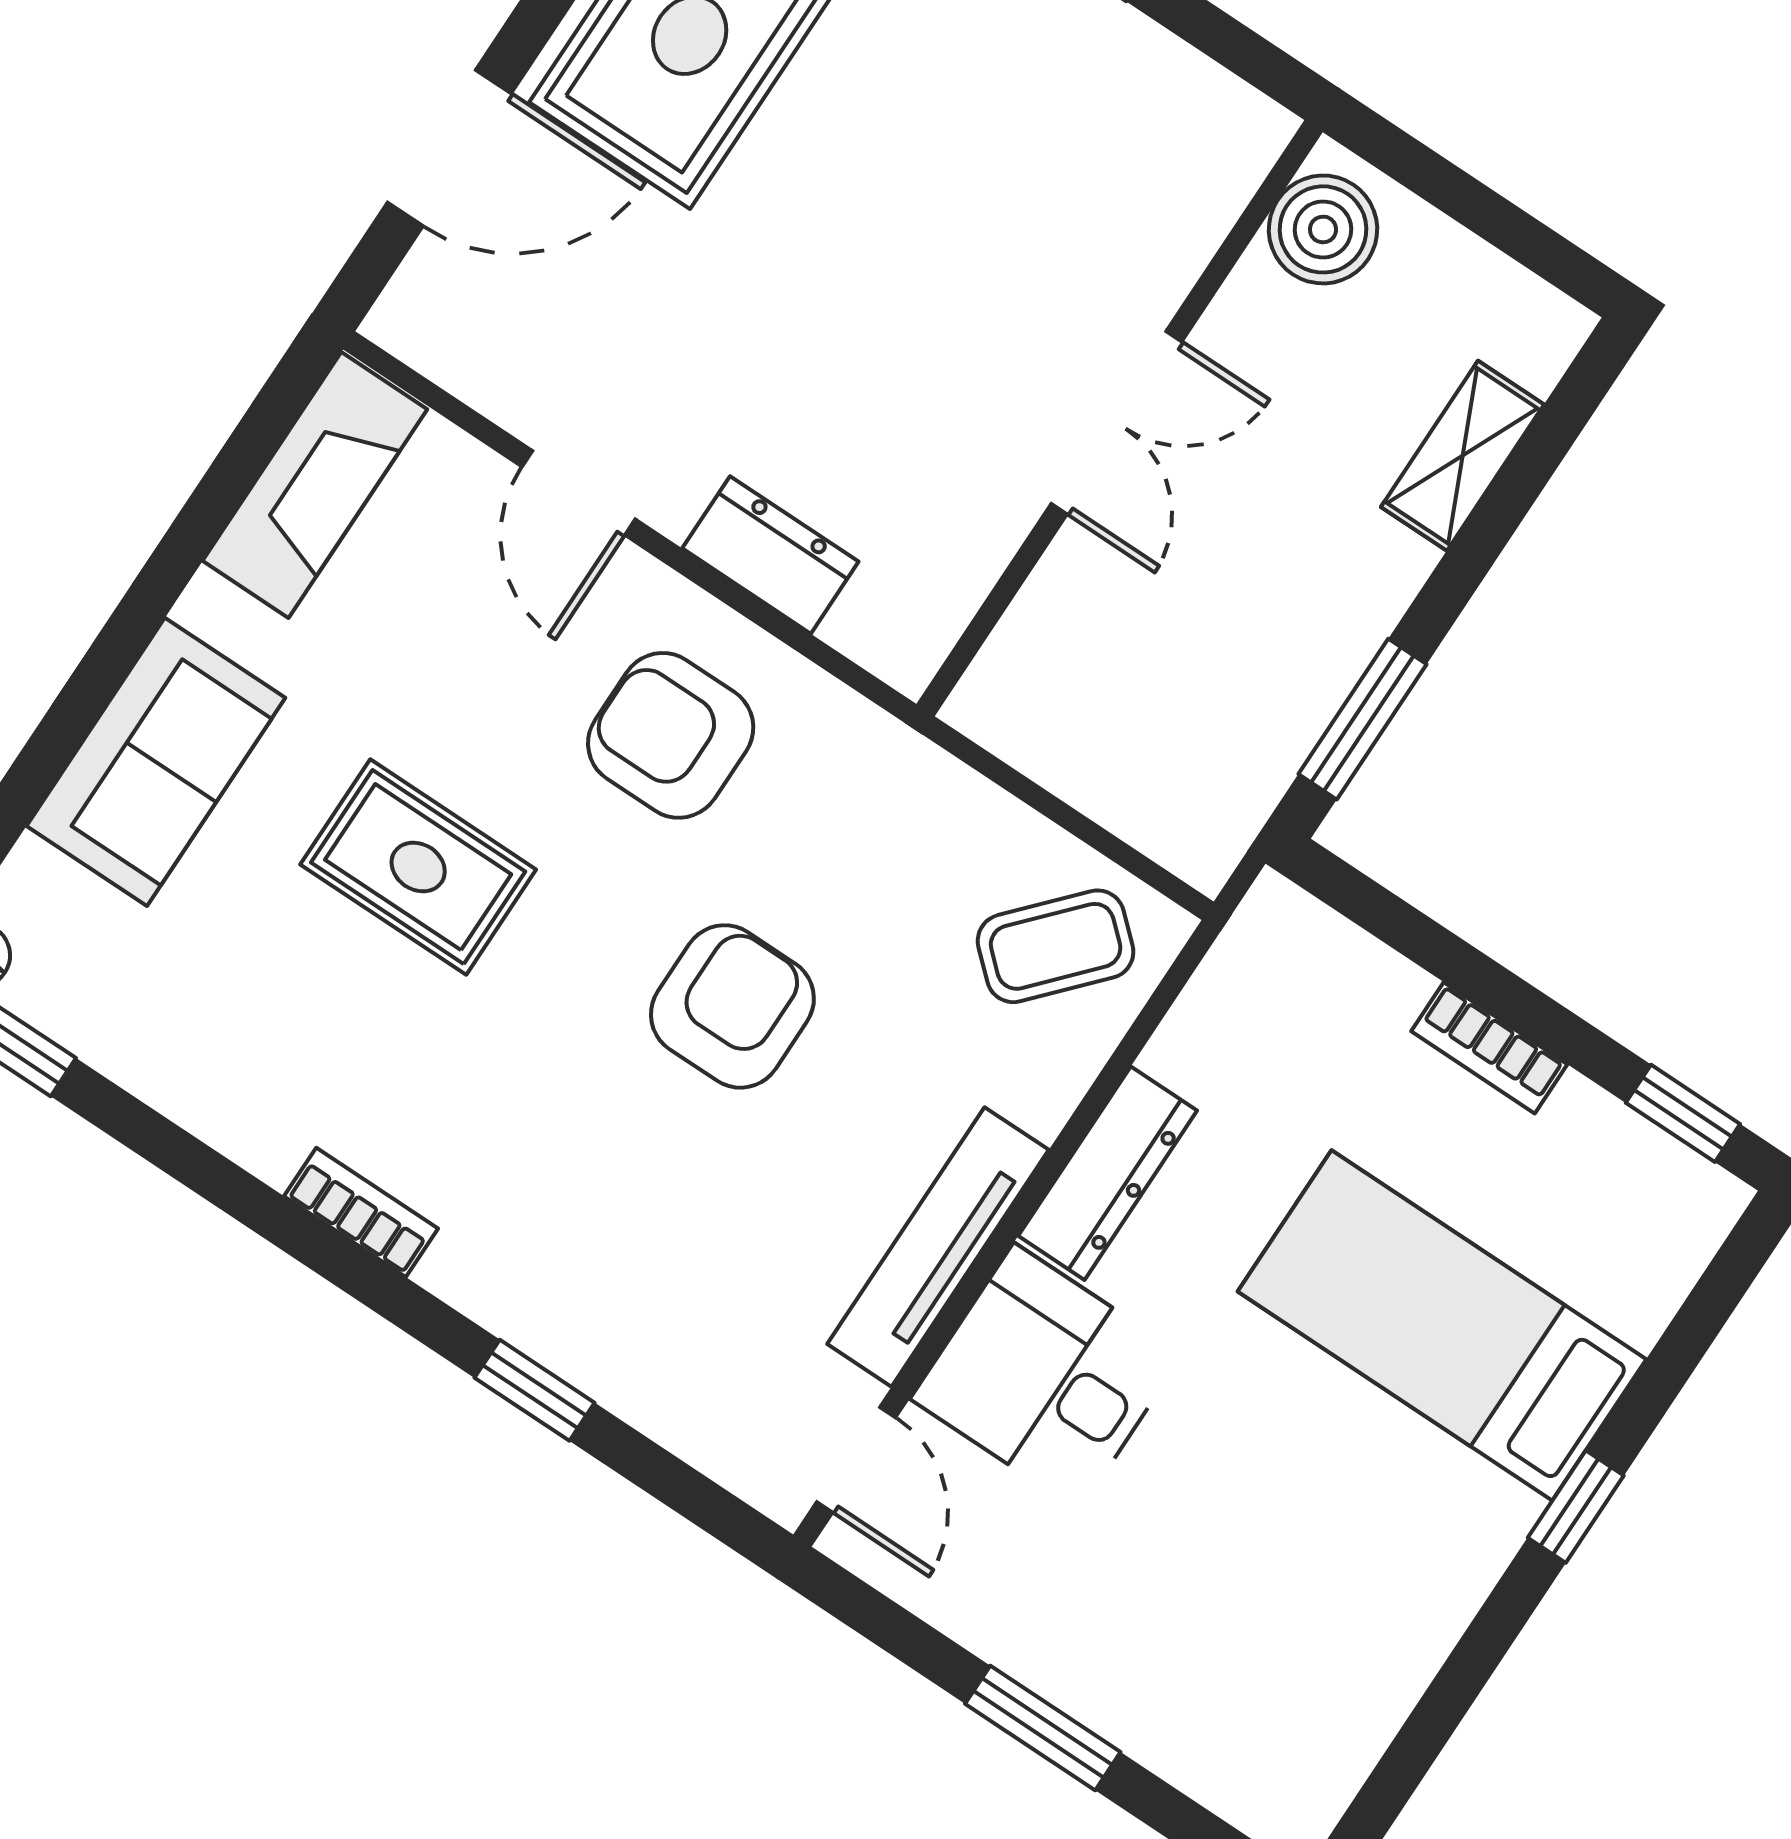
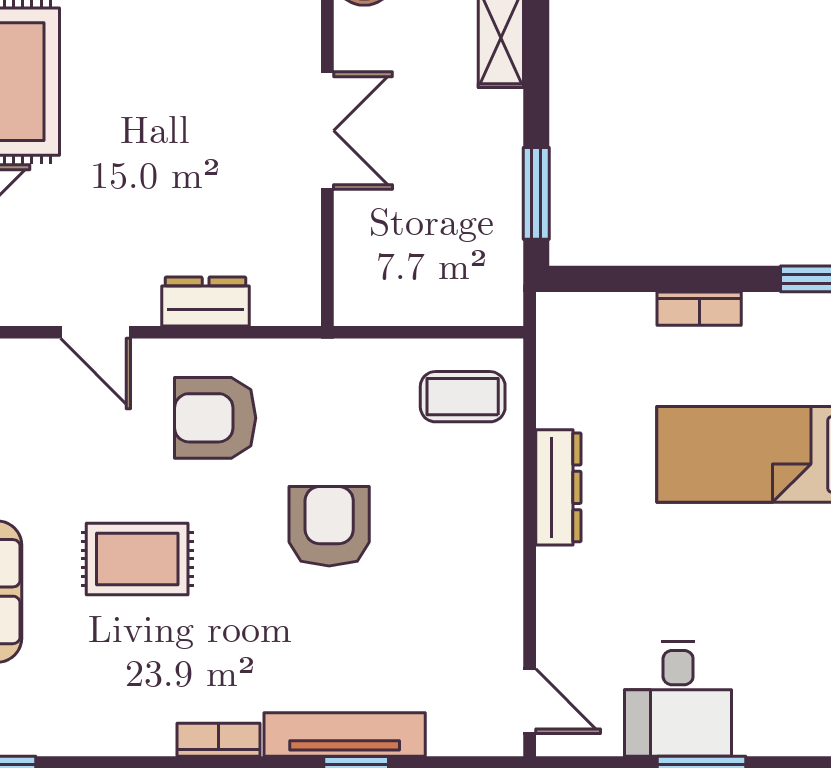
coffee table: (1056, 946) -> (463, 397), turned 48
tv unit: (938, 1247) -> (345, 734), moved, turned 90
desk: (1047, 1377) -> (678, 699), moved, turned -90

